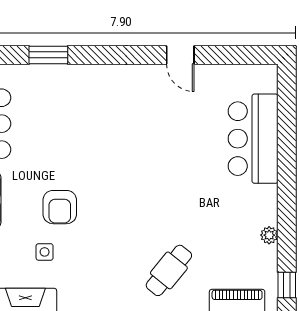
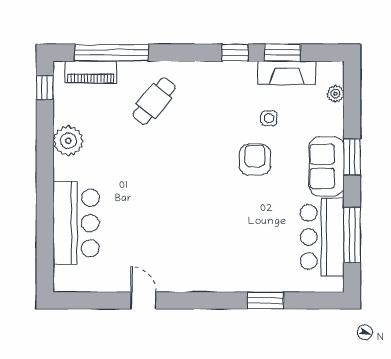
plant: (269, 235) -> (68, 141), width x1.88, depth x1.88

